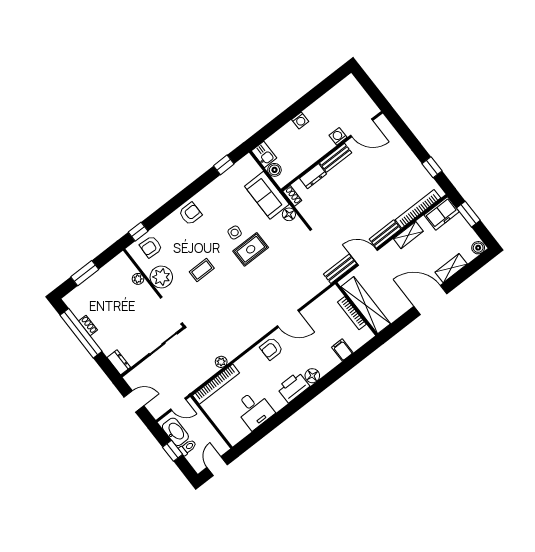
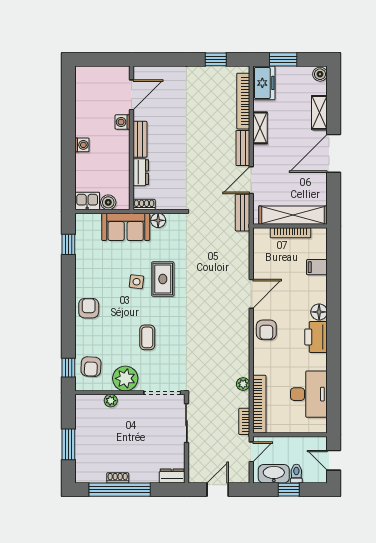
bookcase: (196, 383) -> (244, 421), added
desk: (254, 410) -> (309, 394), width x1.37

